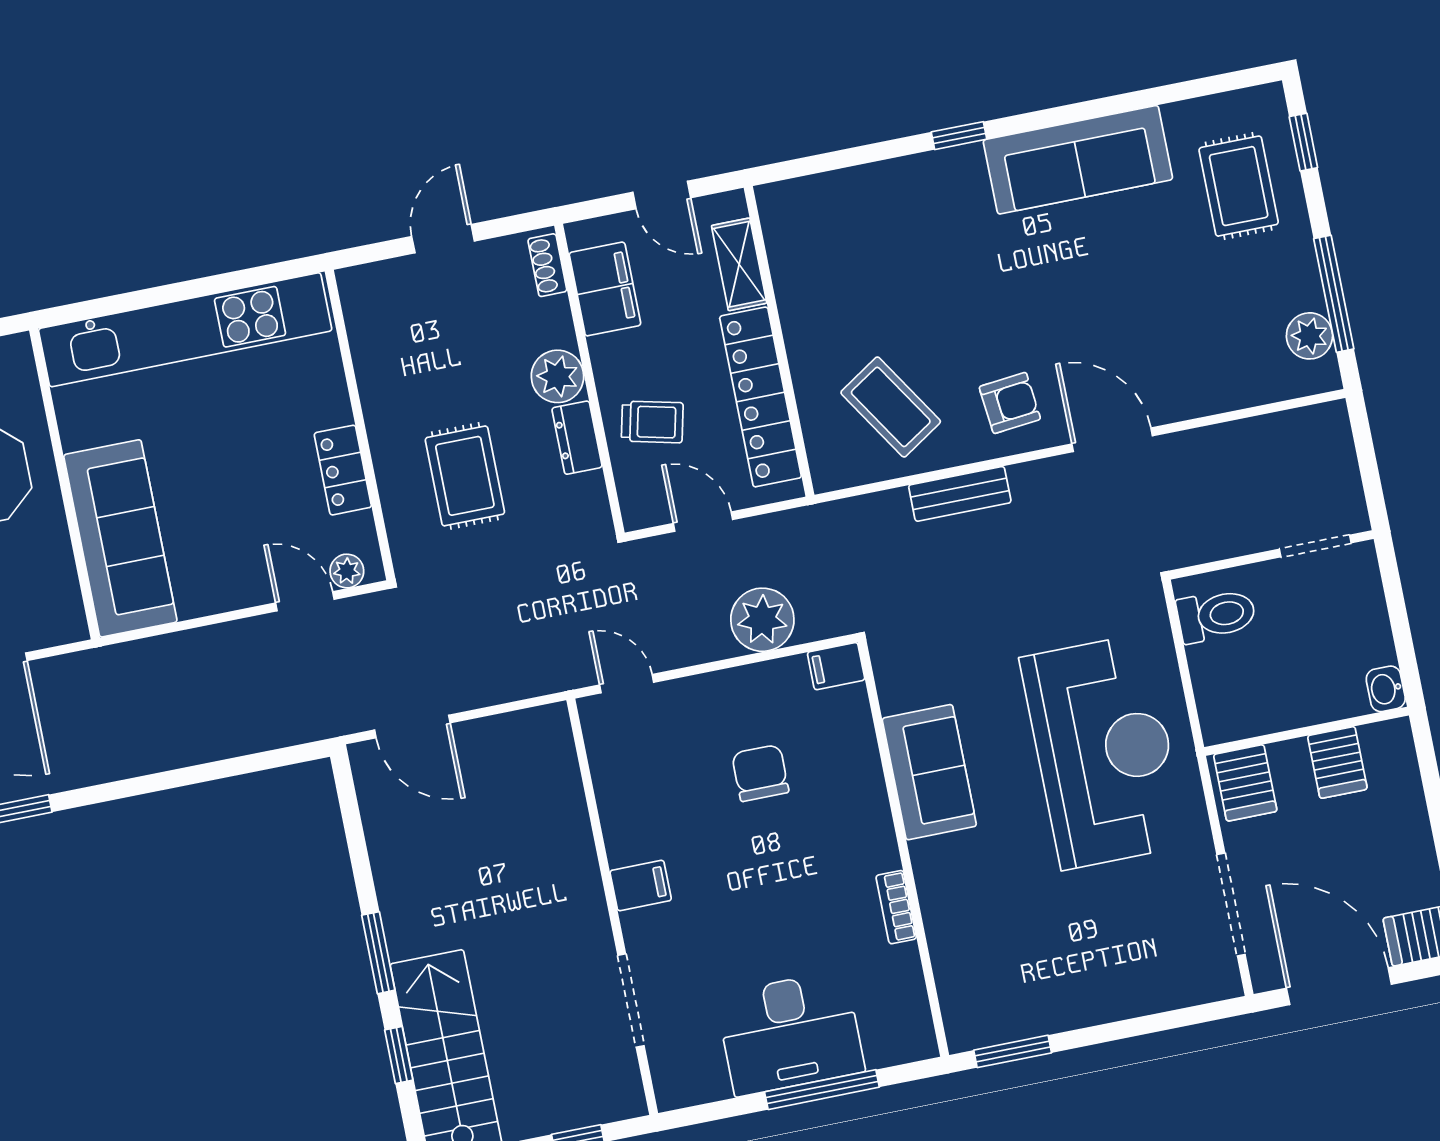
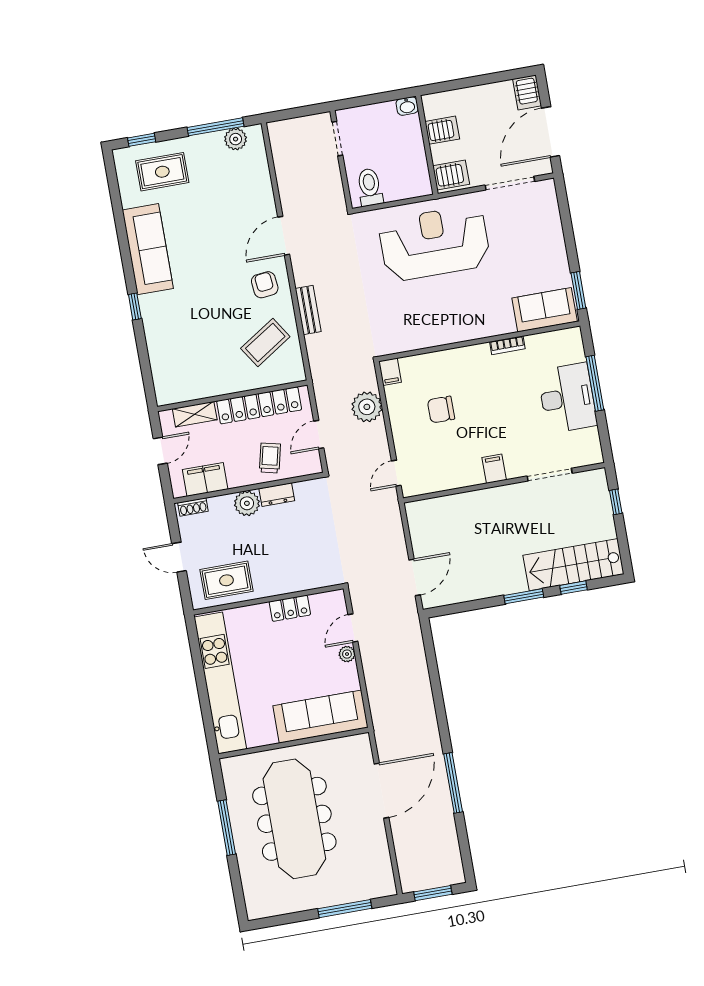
rug: (465, 476) -> (226, 580), moved
plant: (347, 571) -> (347, 654), moved
sofa: (929, 772) -> (545, 310), moved

